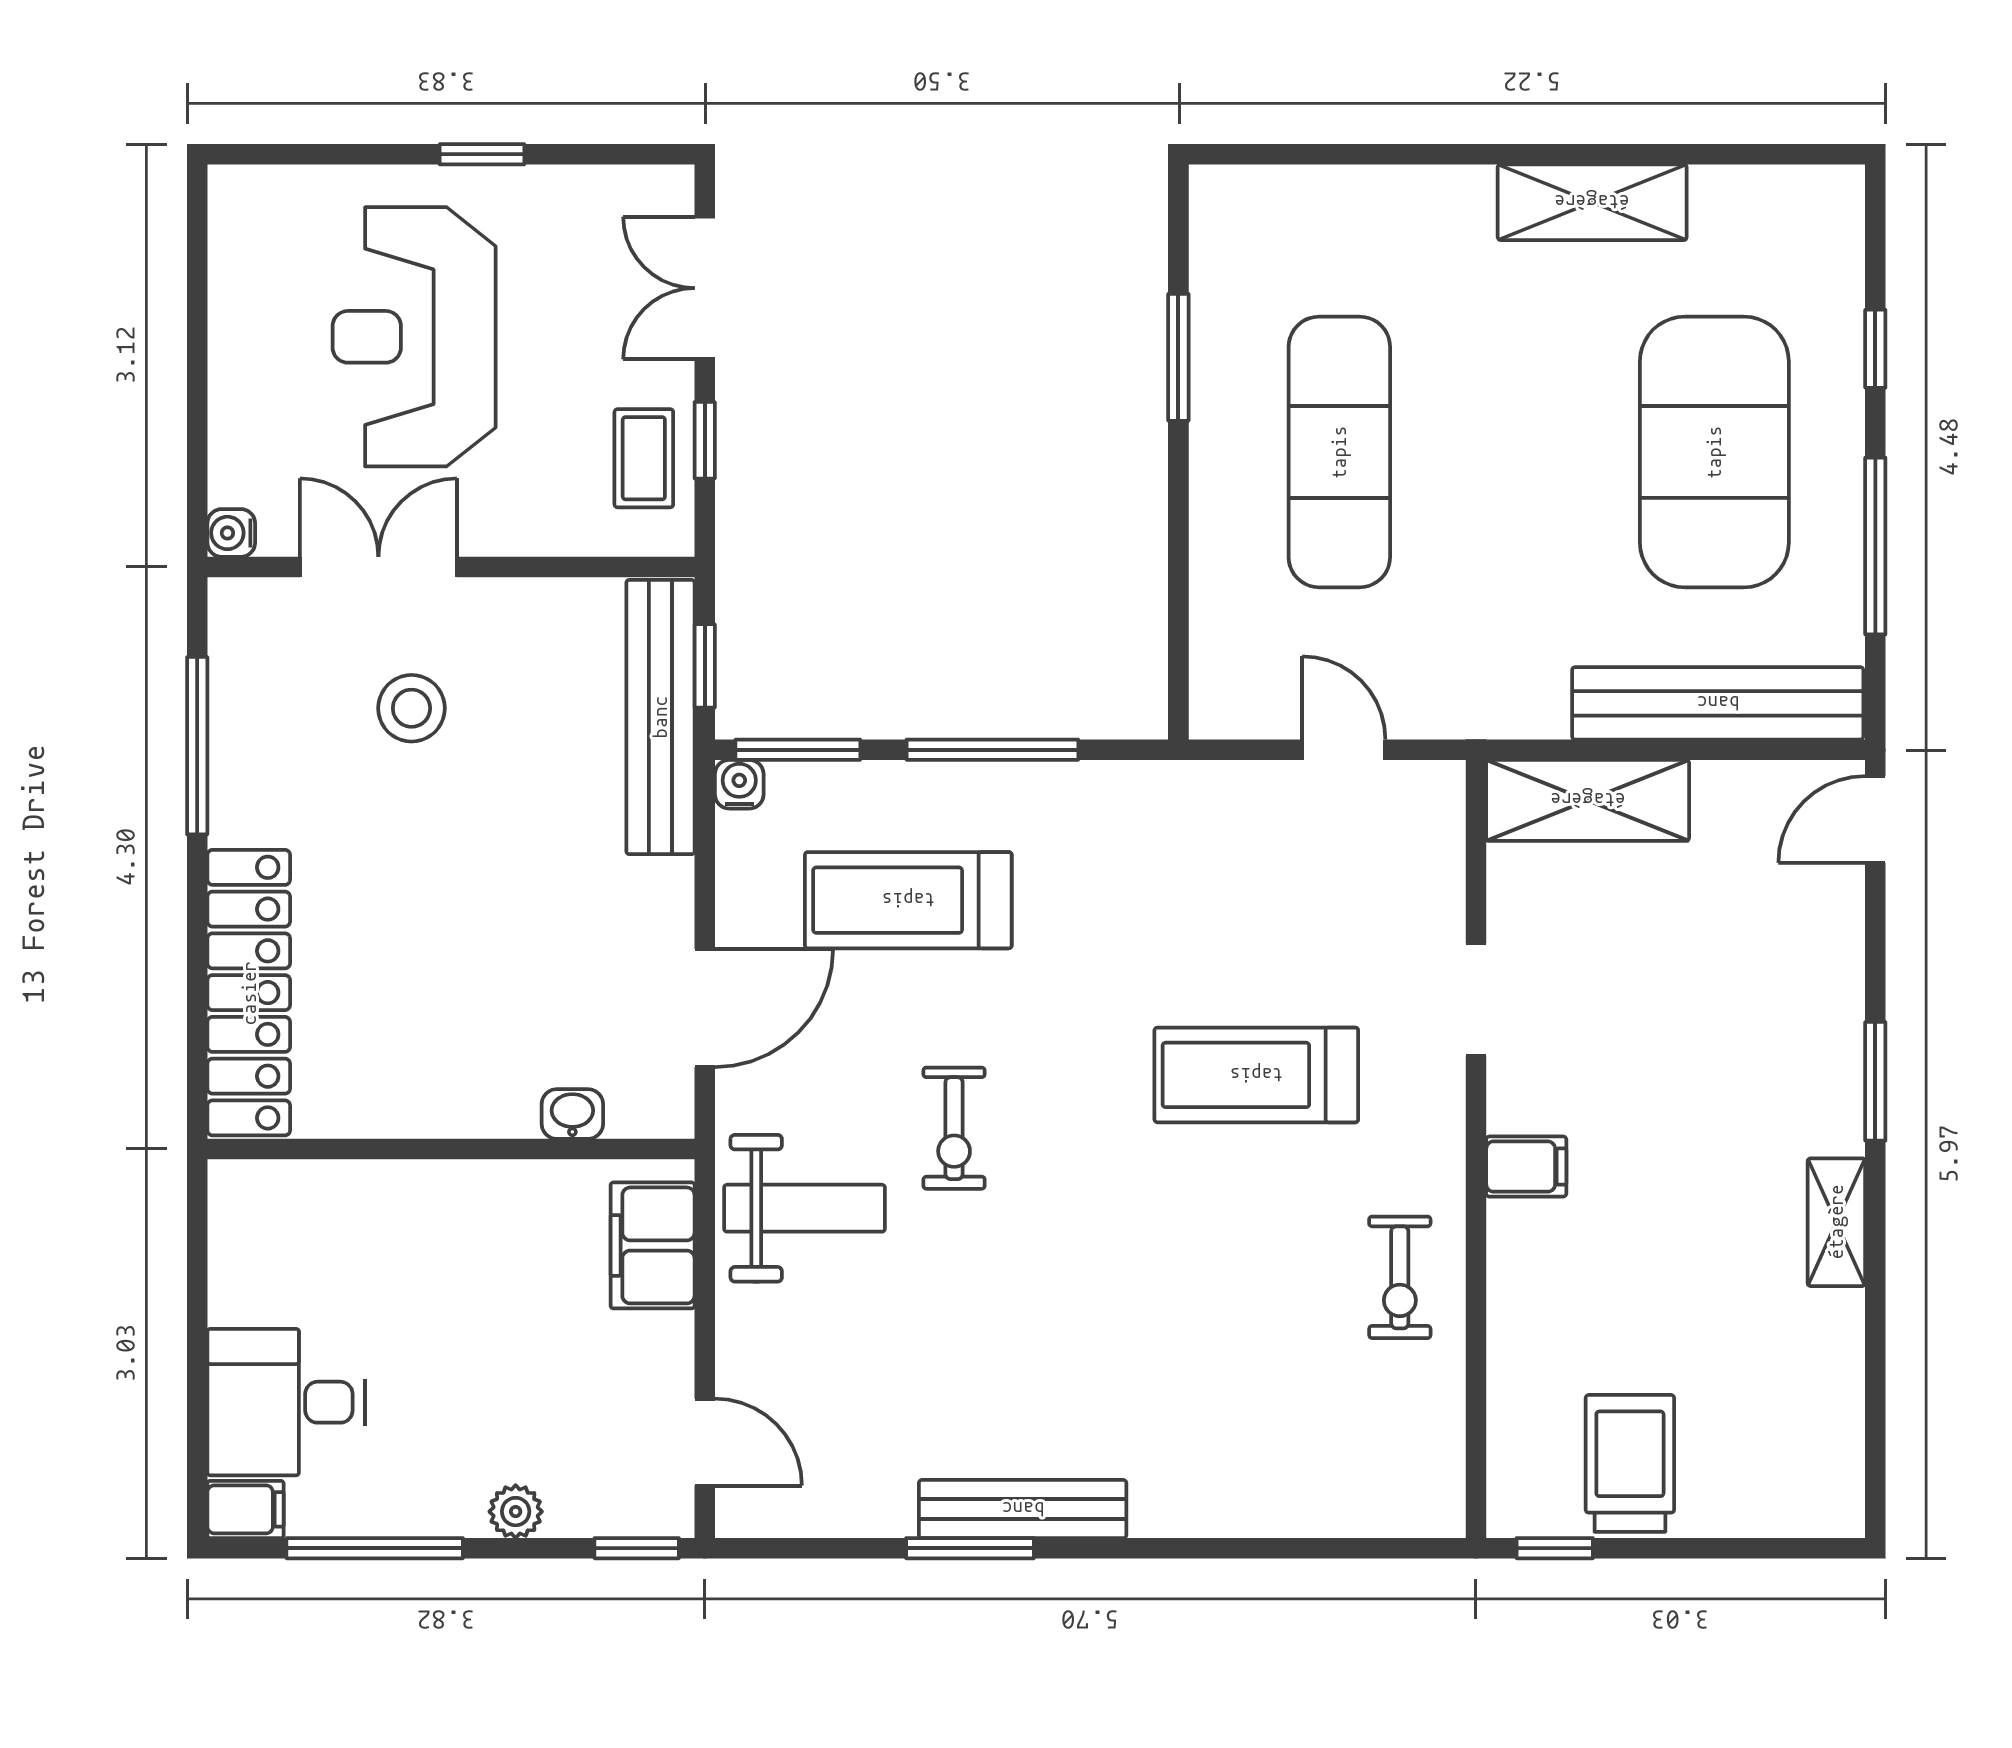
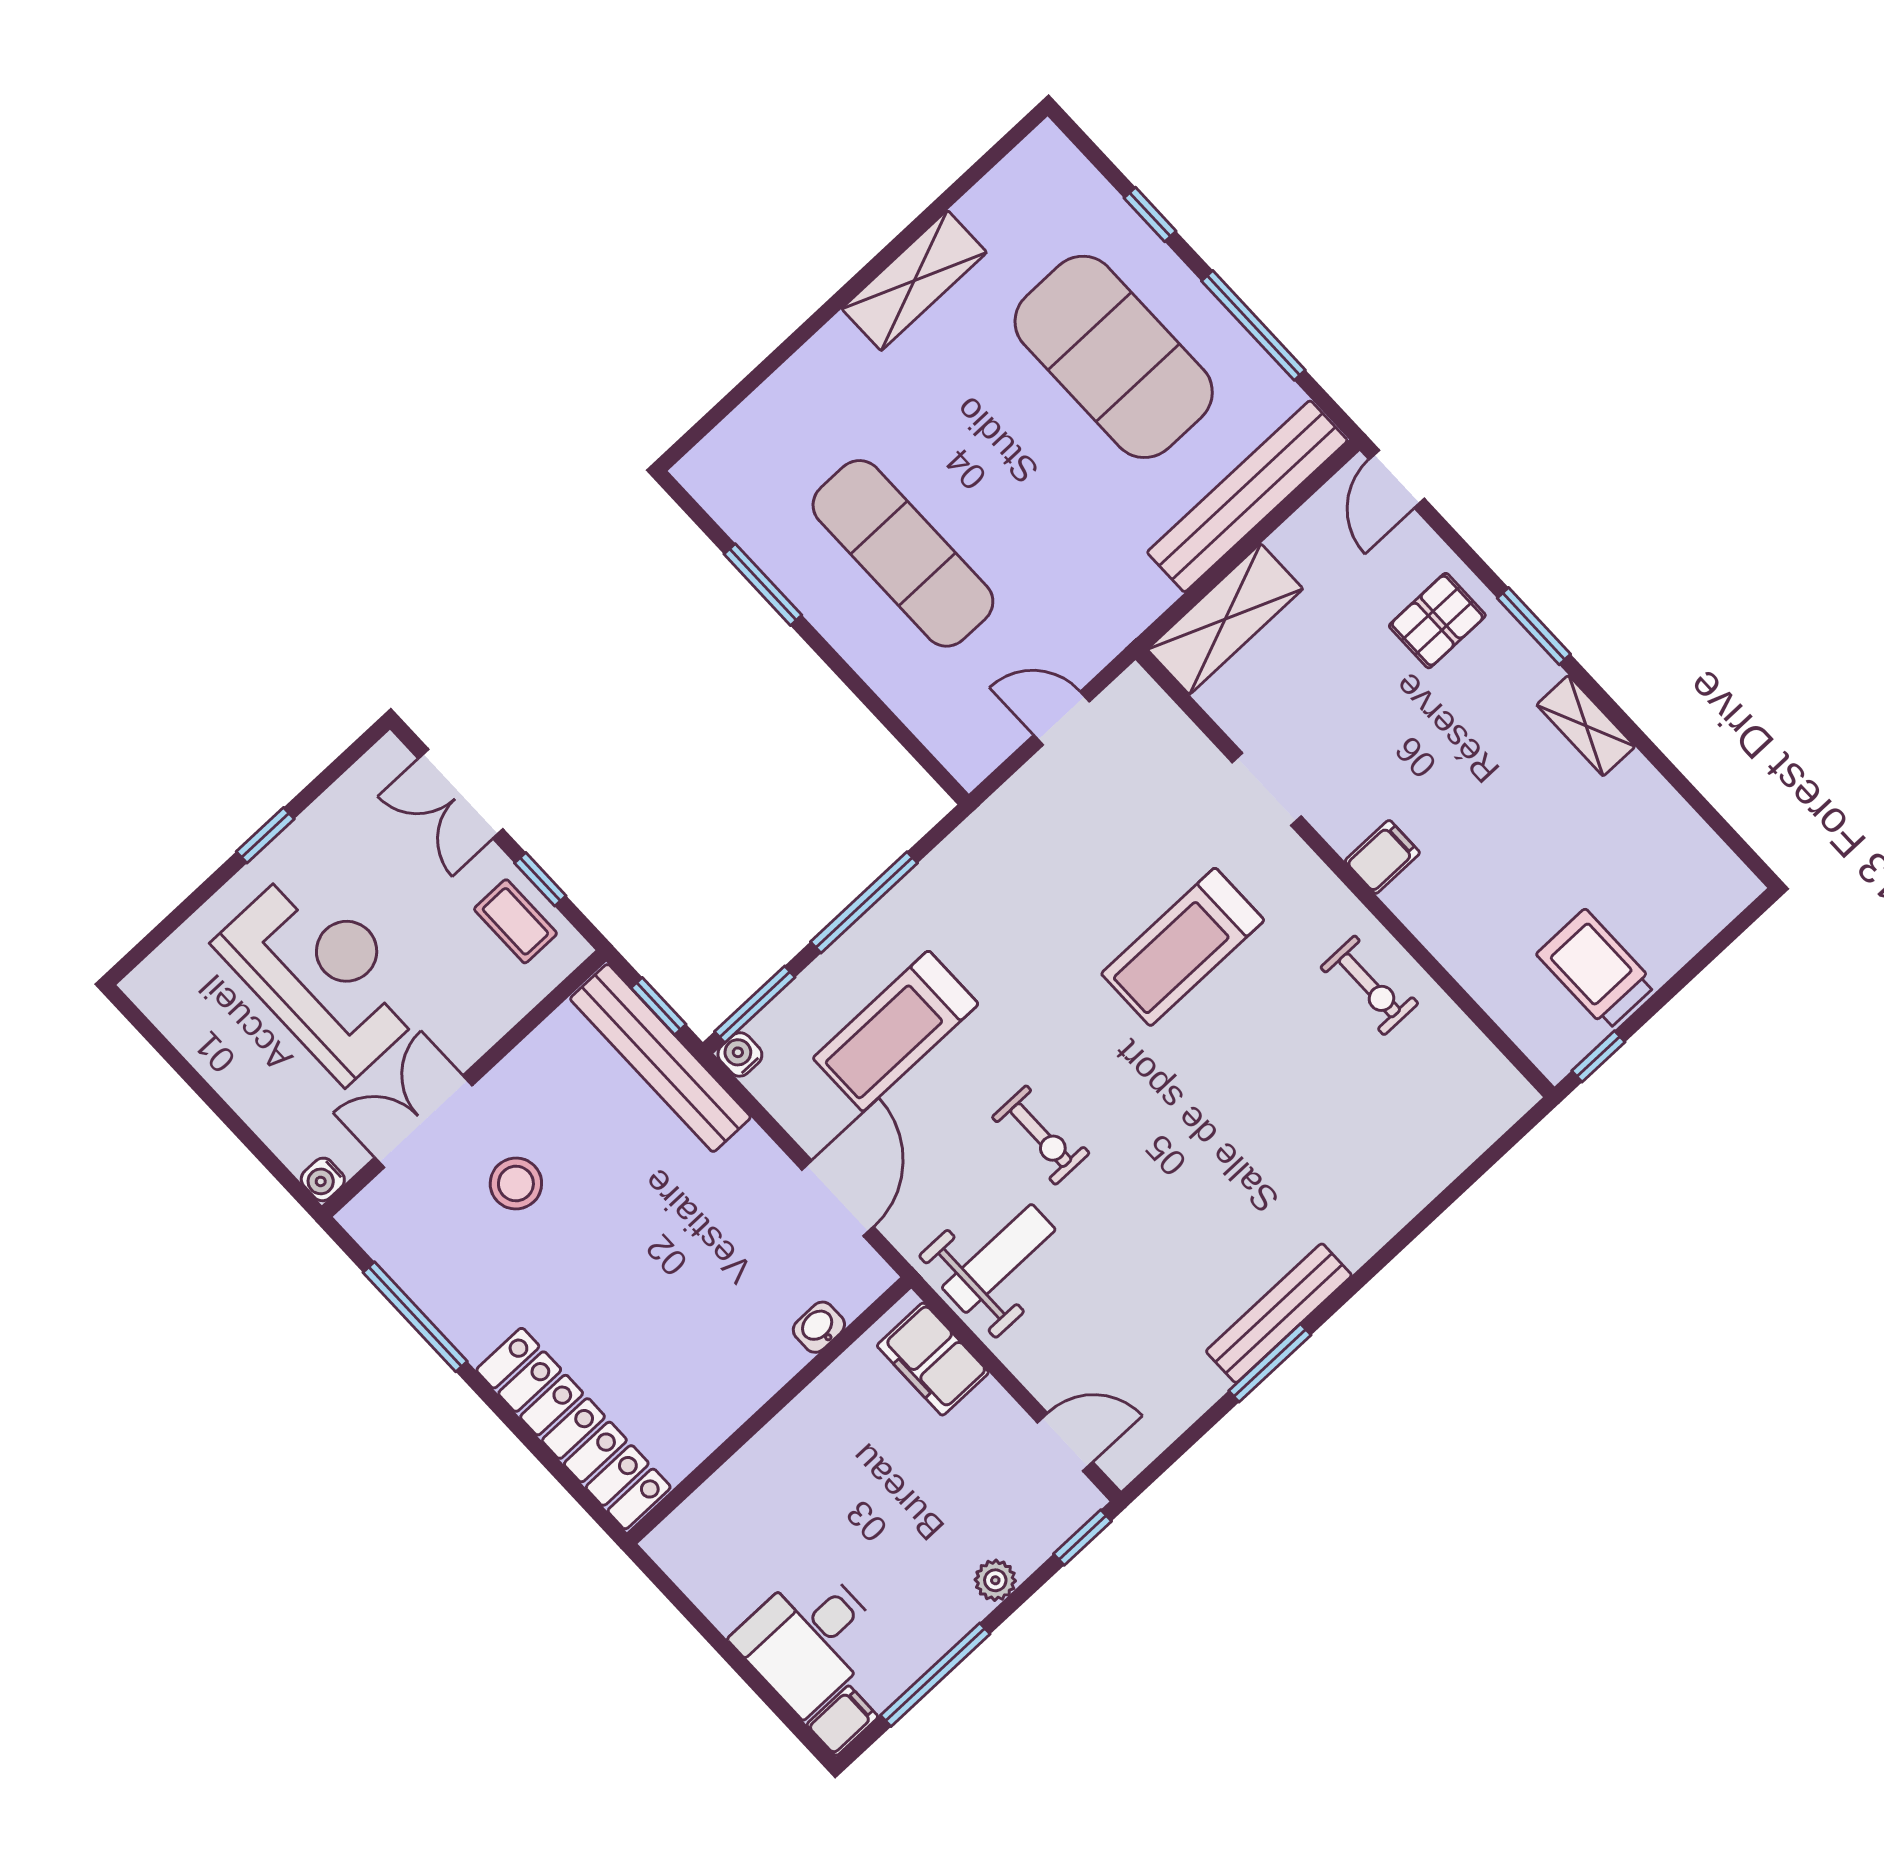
reception desk: (414, 337) -> (323, 973), turned 180
pallet: (1788, 990) -> (1437, 621), added

